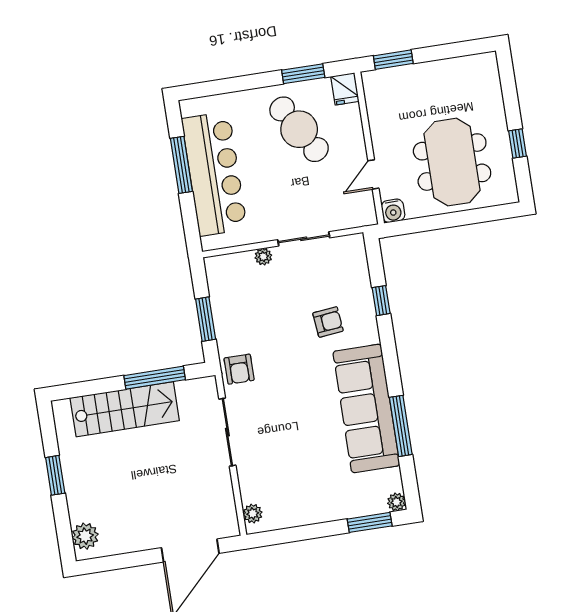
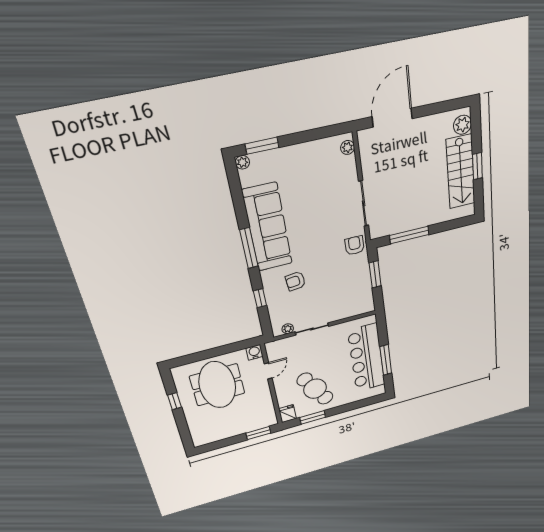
plant: (263, 257) -> (288, 329), moved
stairs: (125, 409) -> (461, 172), moved, turned -90
window: (401, 426) -> (249, 248), moved

